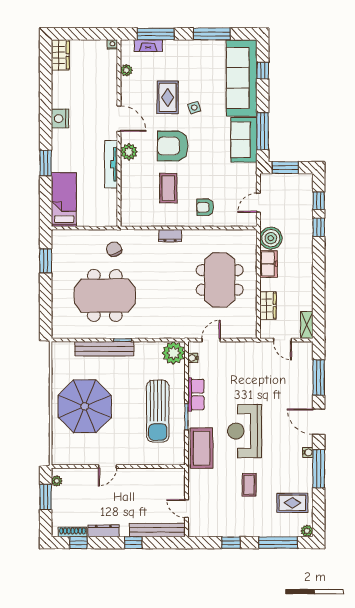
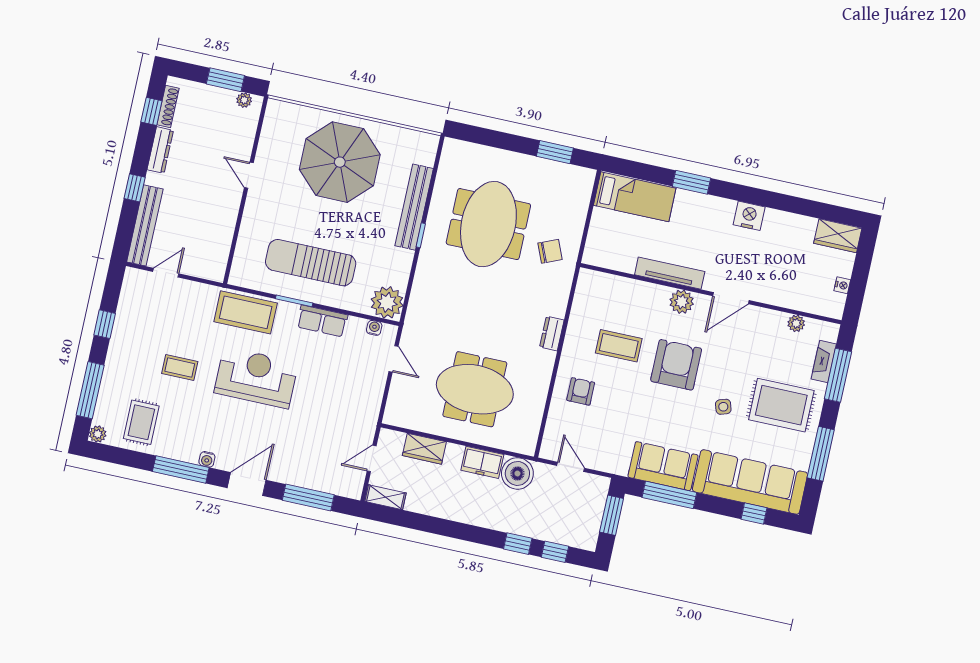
nightstand: (112, 44) -> (842, 285), moved
rug: (168, 97) -> (781, 405), moved, width x1.36, depth x1.43

